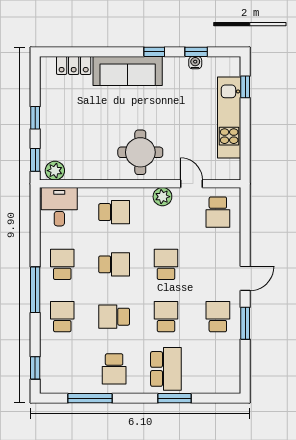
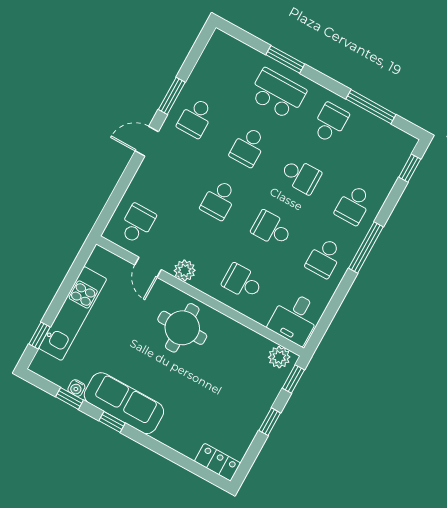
locker: (74, 65) -> (218, 462), moved
sofa: (128, 71) -> (124, 403), moved
school desk: (166, 369) -> (278, 94), turned 90

